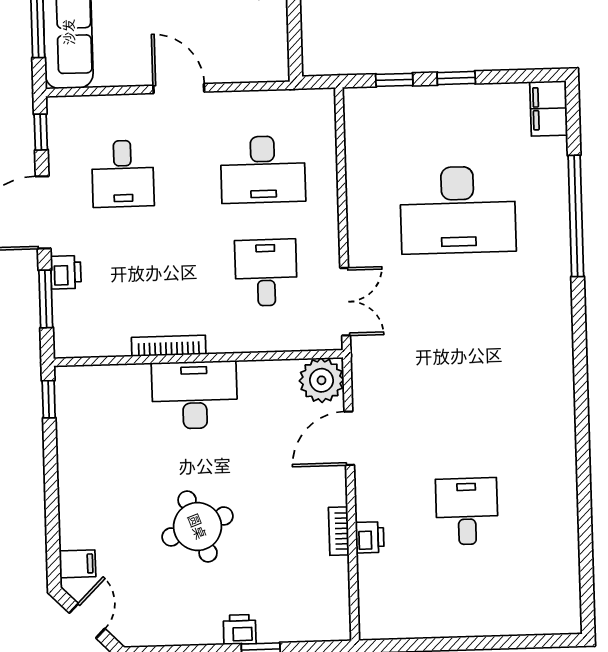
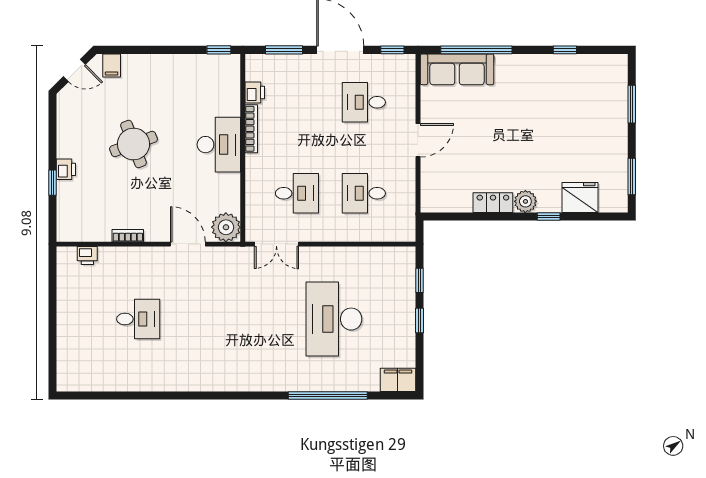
desk: (263, 169) -> (364, 193), width x0.73
printer: (66, 272) -> (255, 93), moved, turned -90
printer: (370, 537) -> (87, 255), moved

